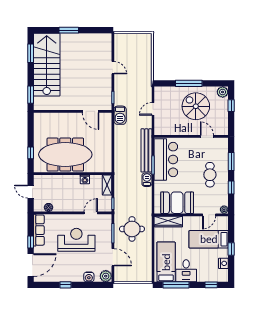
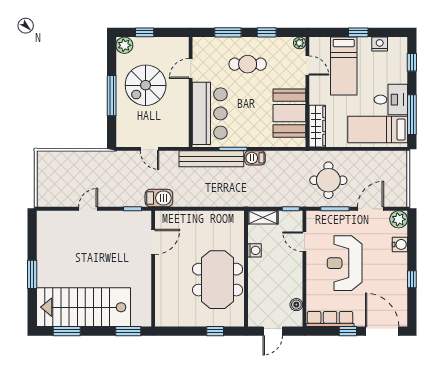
meeting table: (65, 155) -> (217, 280), width x0.73
bar counter: (166, 159) -> (210, 113), moved, turned 90

